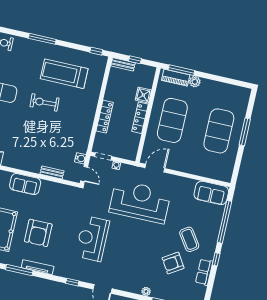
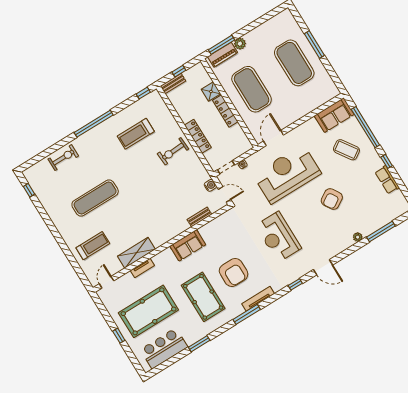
window: (42, 39) -> (94, 124), width x1.46
treadmill: (64, 74) -> (136, 134), width x0.73, depth x0.73
exercise bike: (45, 102) -> (173, 151), moved
coffee table: (189, 239) -> (346, 150), moved
armchair: (173, 263) -> (332, 199), moved

